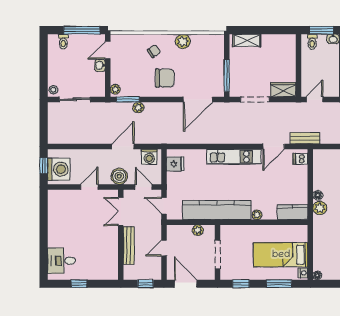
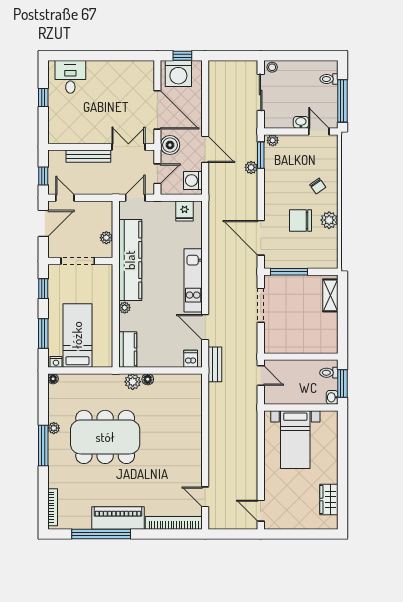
chair: (165, 78) -> (300, 220), moved, turned 90
wardrobe: (283, 90) -> (272, 338), removed
door: (89, 187) -> (157, 110), width x1.88
door: (164, 248) -> (65, 198), moved

